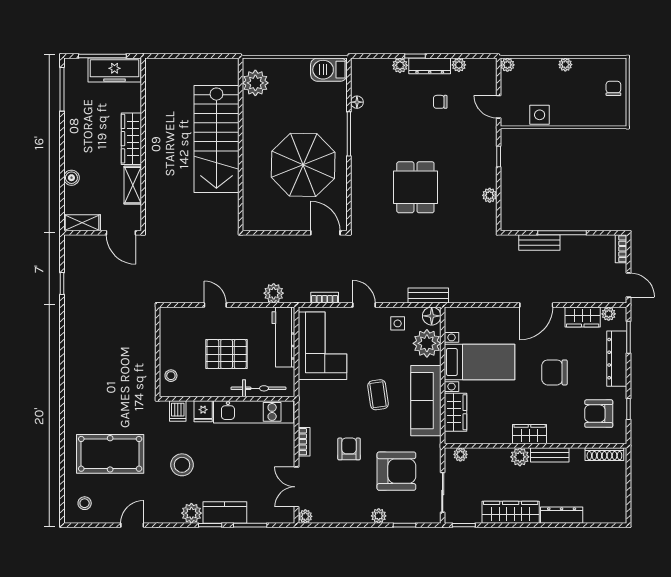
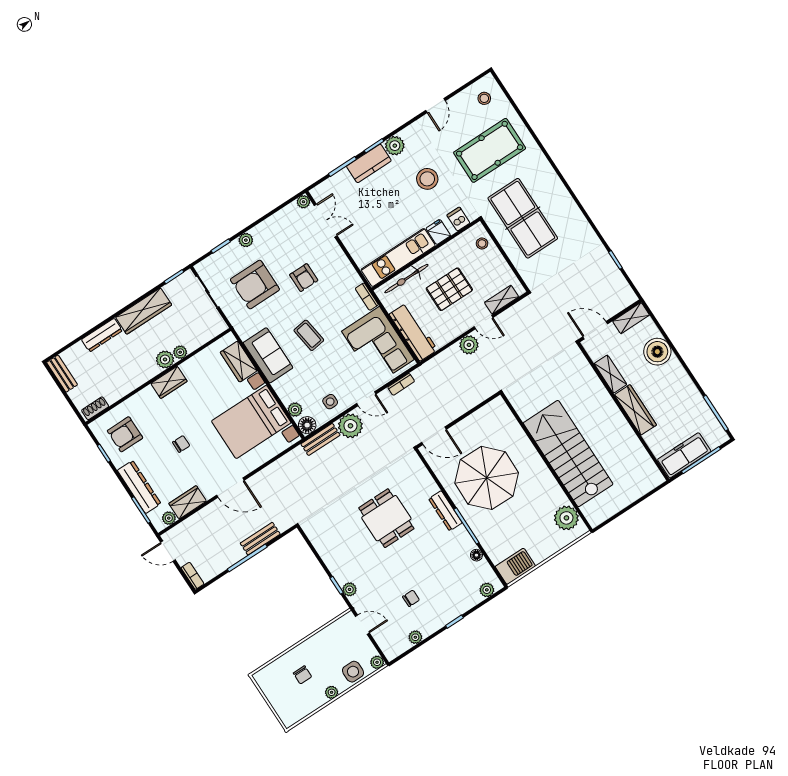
plant: (400, 65) -> (487, 590), moved
dresser: (430, 66) -> (445, 511), moved, turned -90
chair: (613, 88) -> (302, 675), moved
side table: (540, 115) -> (353, 672), moved
boiler: (71, 178) -> (657, 352), width x1.86, depth x1.86
plant: (490, 195) -> (350, 589), moved
plant: (394, 290) -> (350, 426), added
plant: (274, 293) -> (469, 345), moved
door: (536, 305) -> (230, 488), swing flipped
shelving: (186, 314) -> (502, 300), added
plant: (427, 343) -> (295, 410), width x0.53, depth x0.53
bed with nightstands: (480, 362) -> (251, 422), width x1.36
chair: (554, 372) -> (181, 444), width x0.54, depth x0.54
table tennis table: (120, 374) -> (523, 218), added
sofa: (426, 401) -> (268, 355), width x0.73
armchair: (599, 414) -> (125, 434), turned 180
bookcase: (304, 442) -> (367, 297), moved
plant: (460, 454) -> (180, 352), moved
shoe rack: (604, 454) -> (95, 408), width x0.70
bench: (550, 455) -> (62, 374), moved, turned 90

